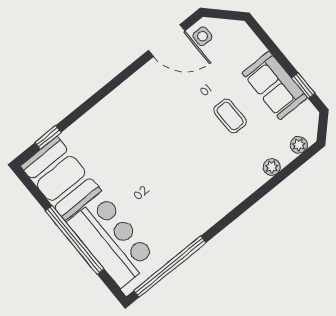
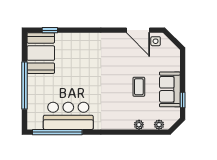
bar counter: (112, 241) -> (68, 116), moved, turned -90

